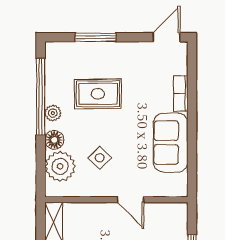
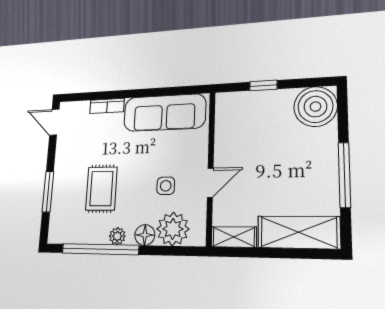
sofa: (171, 143) -> (164, 113), width x1.36
side table: (100, 158) -> (166, 186), turned 45
door: (131, 200) -> (210, 183), moved

